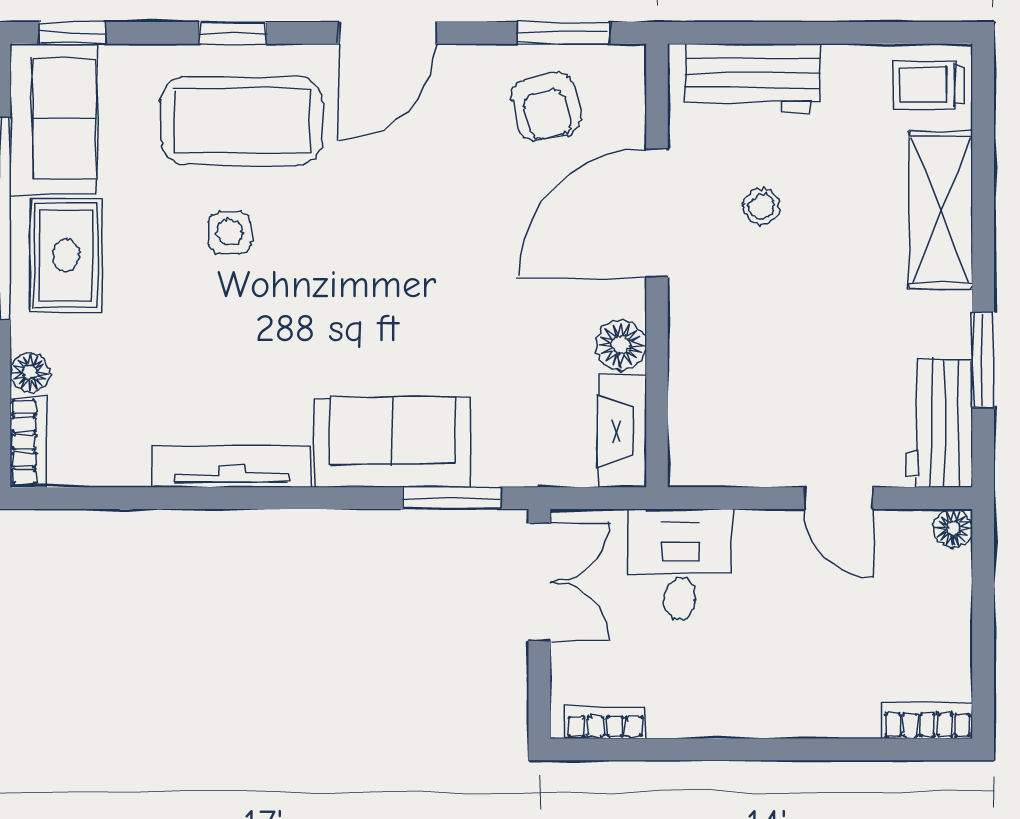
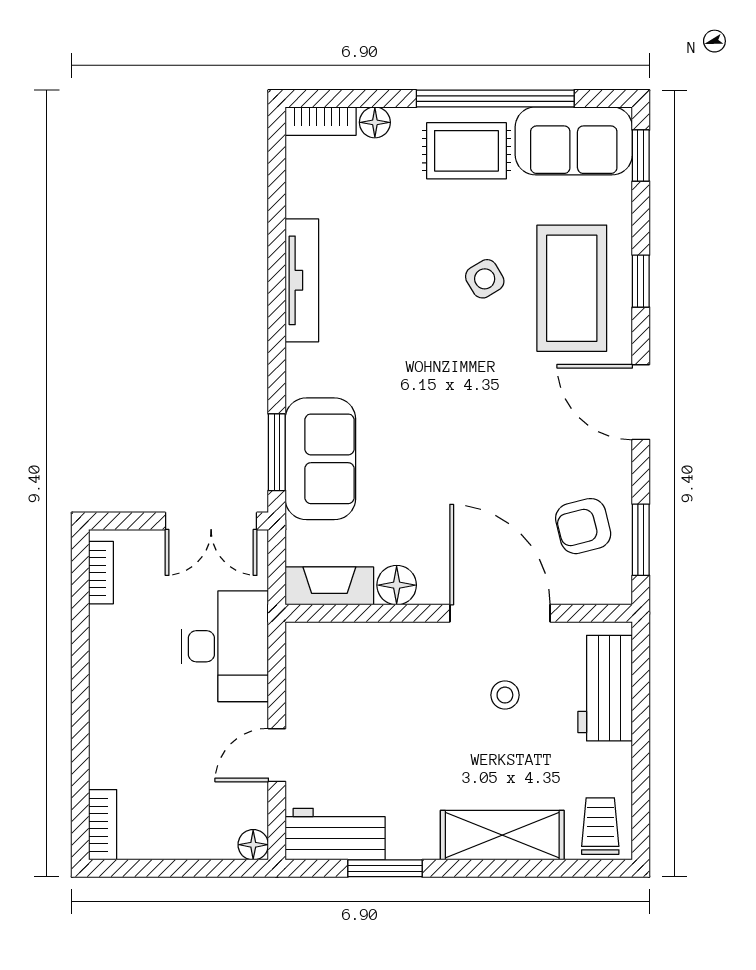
side table: (230, 232) -> (485, 279), turned -31
sofa: (392, 442) -> (320, 459), moved
desk: (680, 564) -> (225, 646), width x1.37

